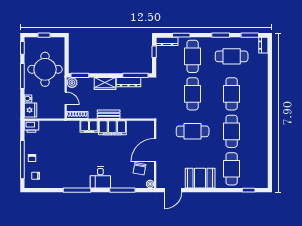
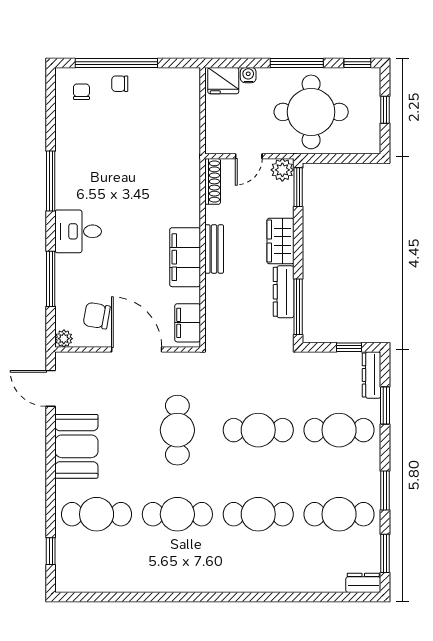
cafe table: (232, 56) -> (339, 514), turned 90
printer: (31, 127) -> (188, 83), removed
filing cabinet: (89, 127) -> (188, 323), moved

